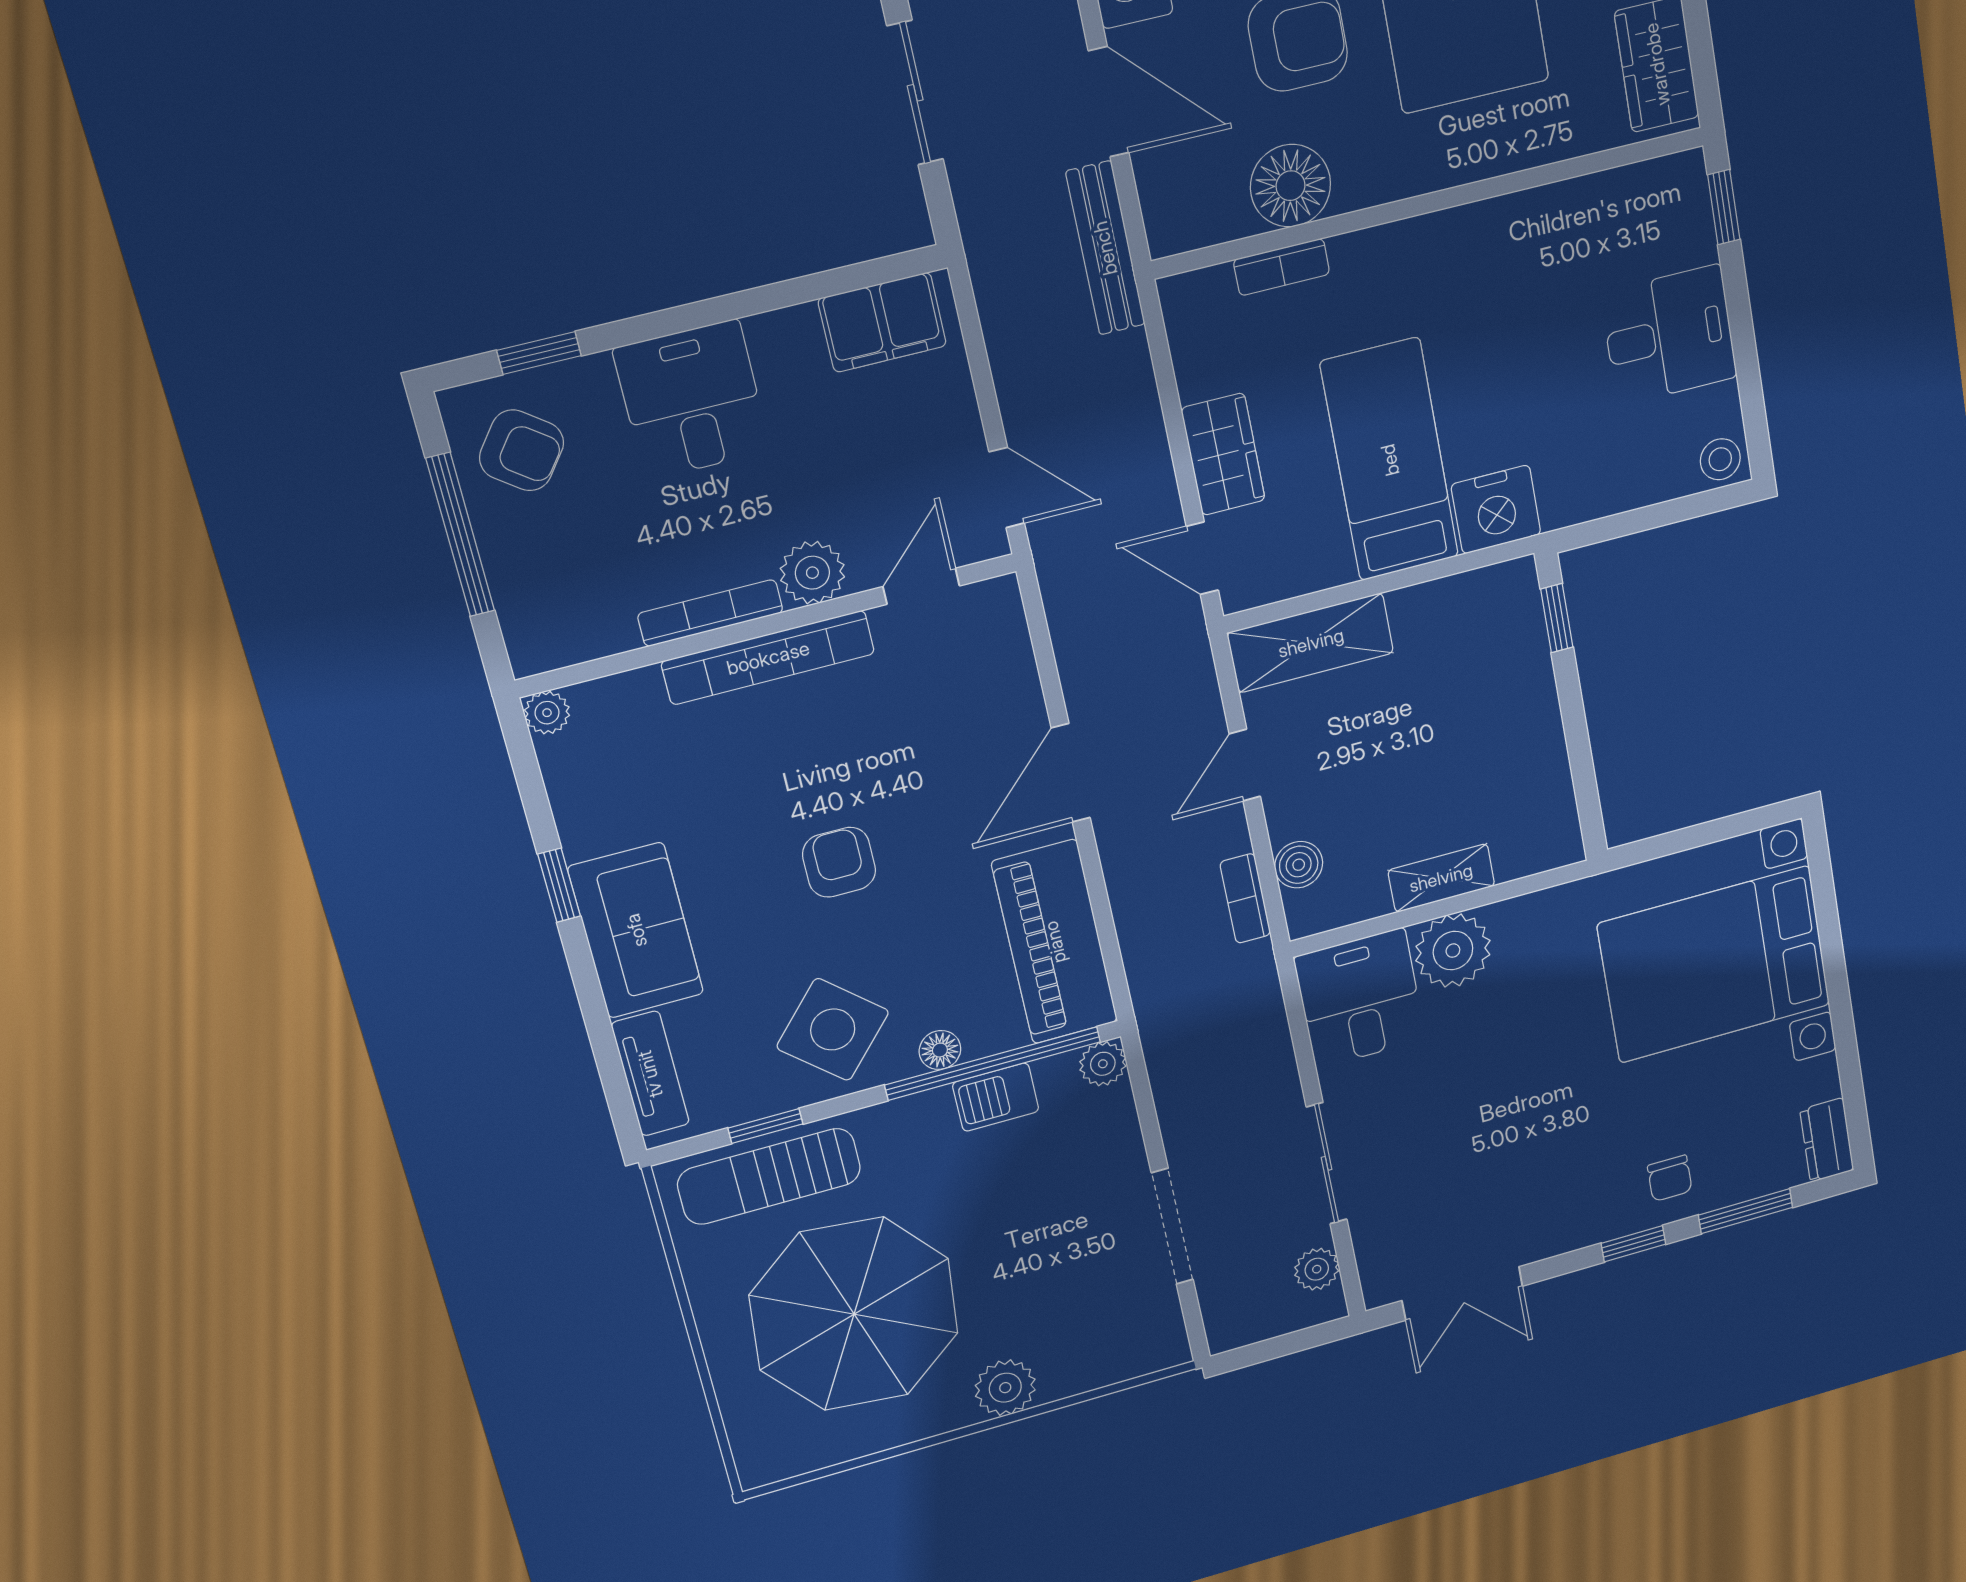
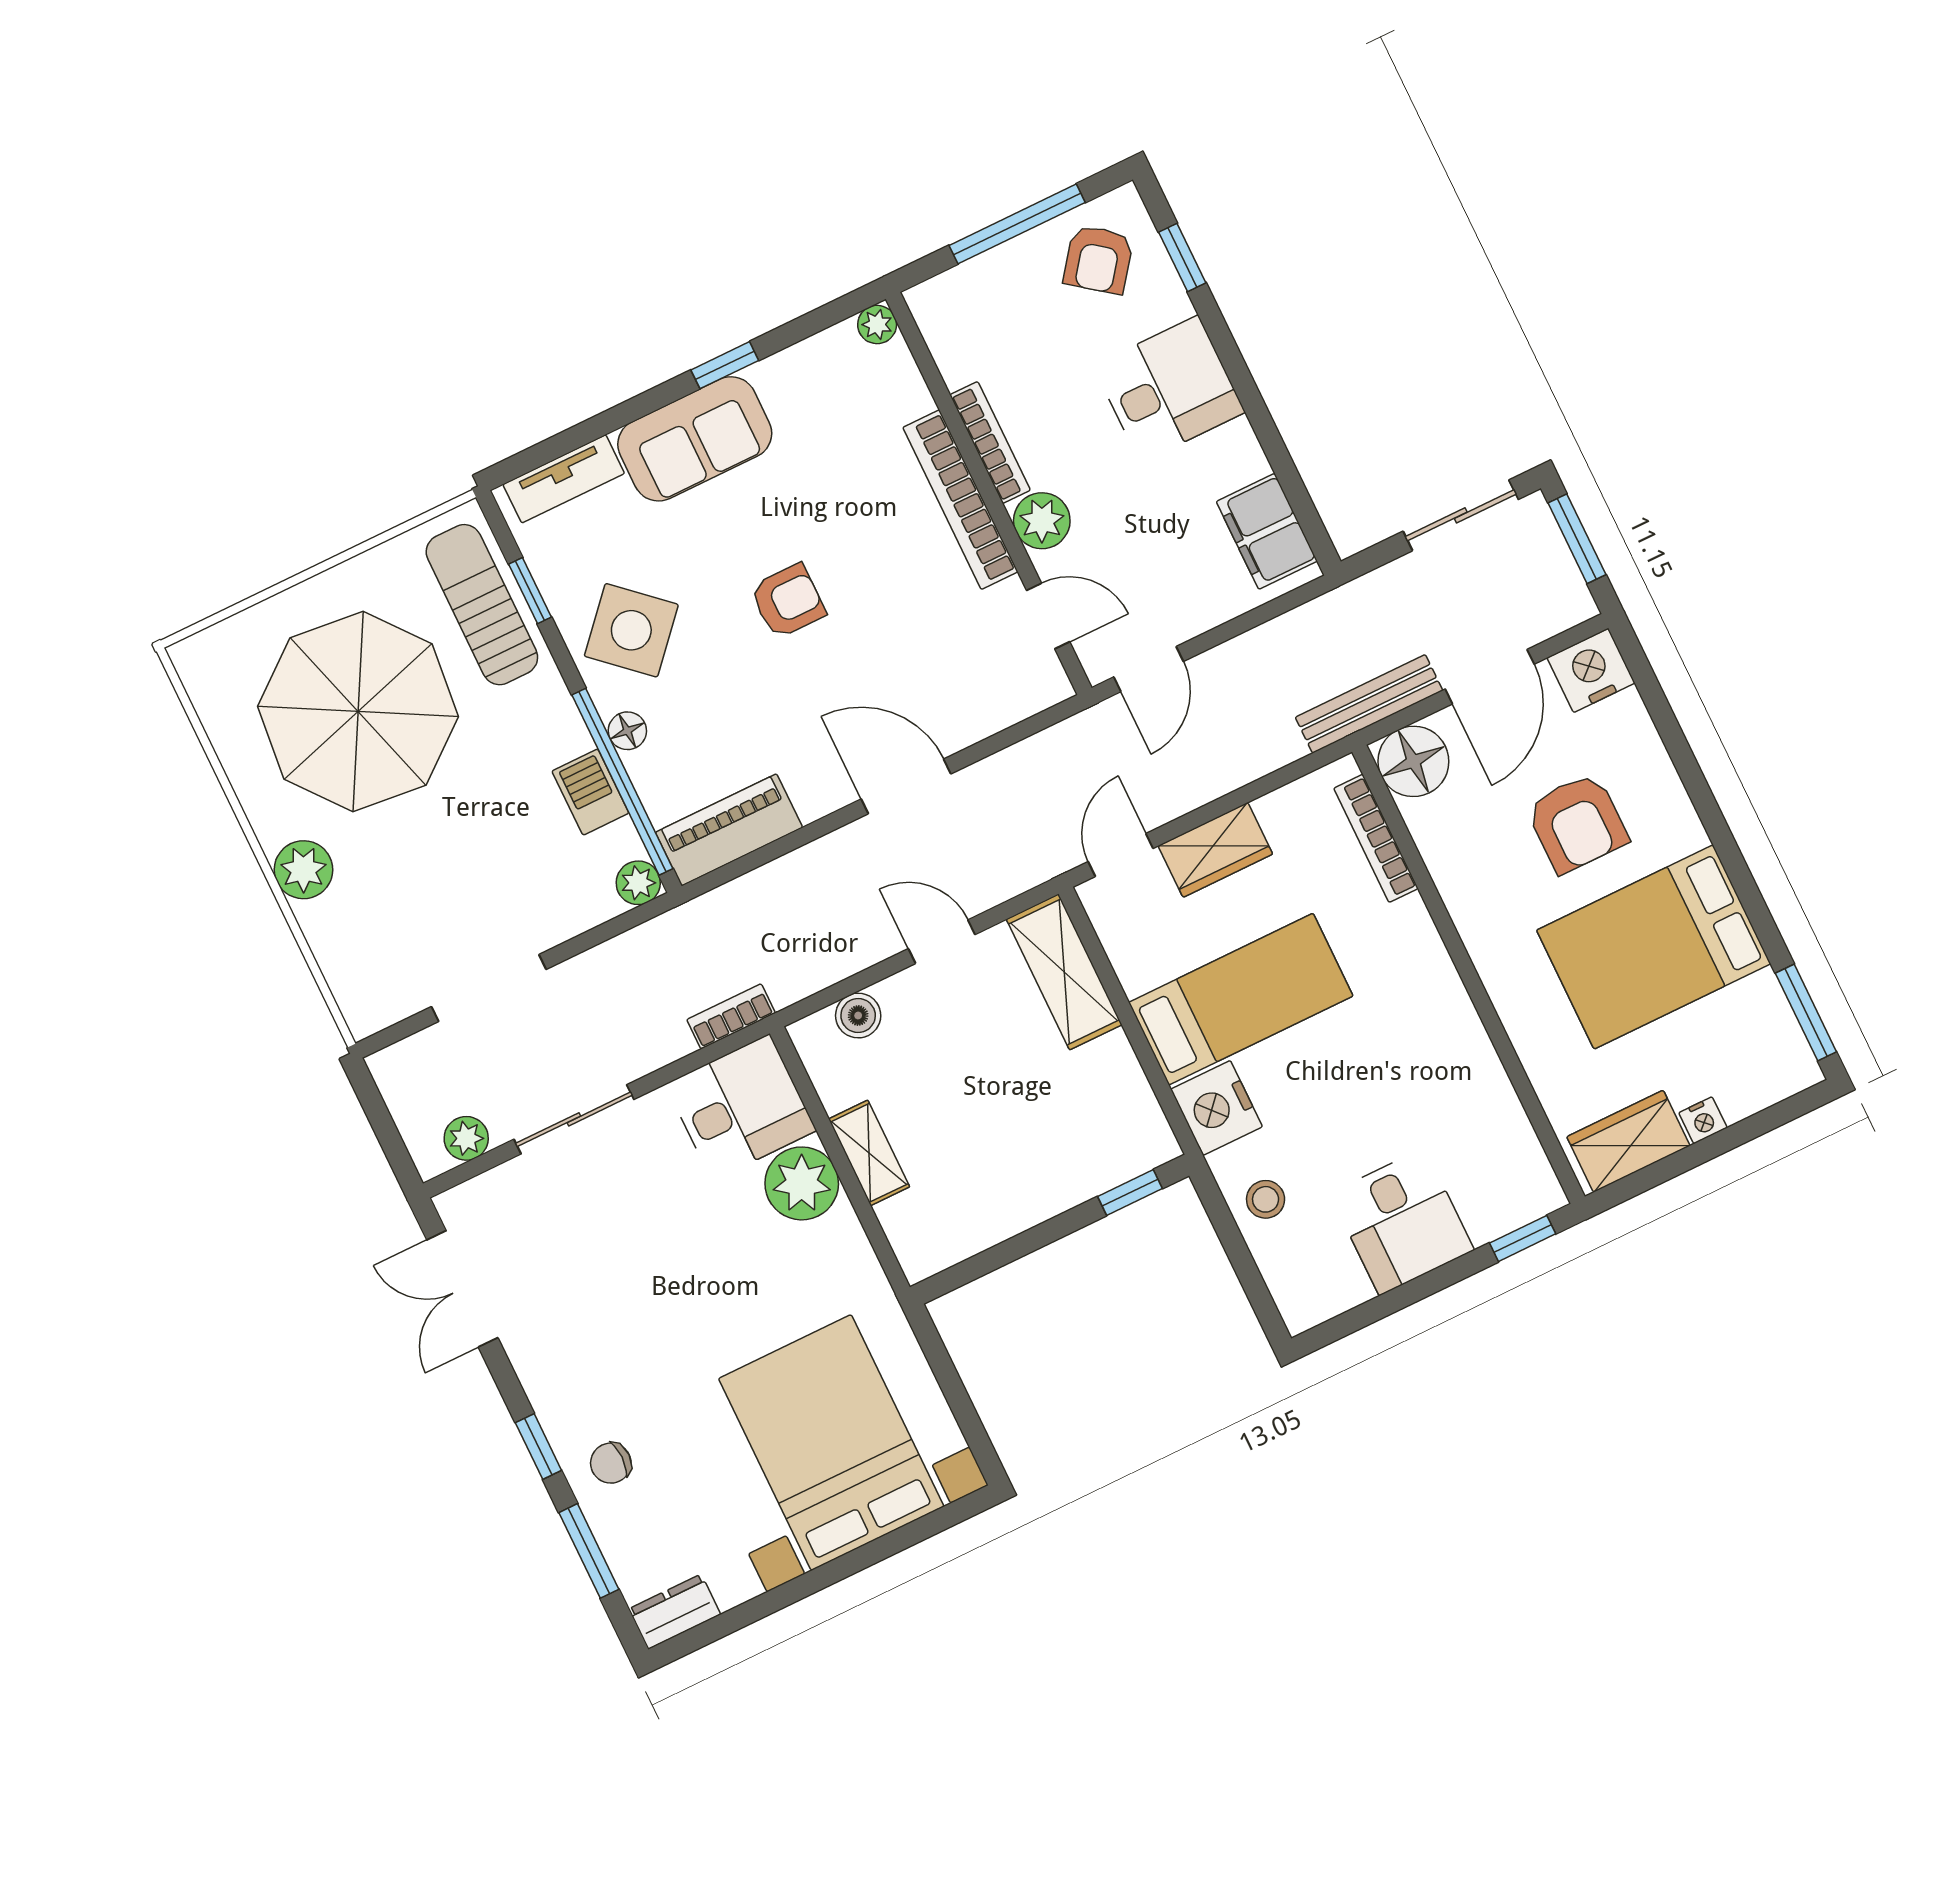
floor lamp: (1291, 186) -> (1413, 761), moved
bookcase: (1282, 267) -> (1376, 838), width x1.56
stool: (1720, 459) -> (1266, 1199), moved
bookcase: (1245, 898) -> (731, 1016), moved
piano: (1055, 942) -> (729, 830), width x0.73, depth x0.75

